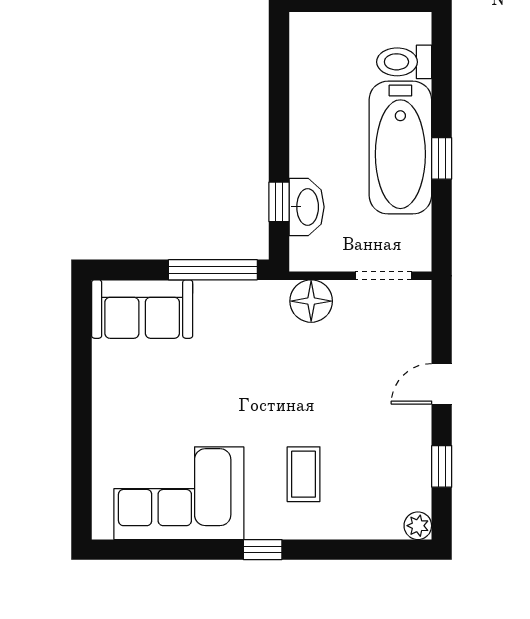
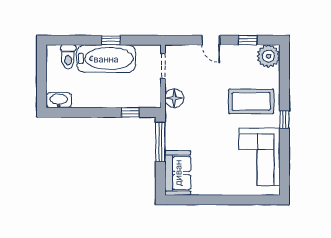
washbasin: (307, 207) -> (59, 100), moved
coffee table: (304, 474) -> (251, 101), width x1.86, depth x1.72
plant: (418, 526) -> (268, 56), width x1.88, depth x1.88

